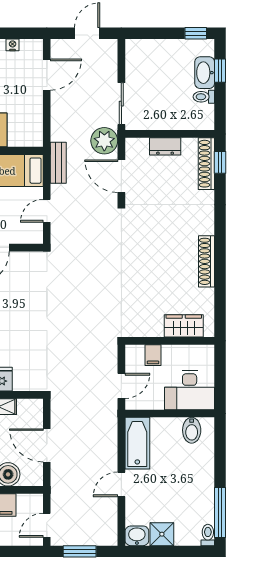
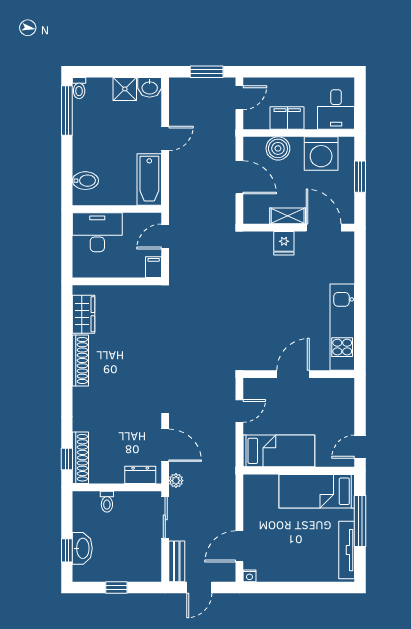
window: (196, 33) -> (116, 587), moved
nightstand: (13, 45) -> (249, 576), moved
toilet: (204, 97) -> (107, 502), moved, turned 90
plant: (104, 141) -> (176, 481), width x0.53, depth x0.53
dresser: (165, 146) -> (140, 475), moved
bench: (58, 163) -> (177, 561), moved
wardrobe: (184, 326) -> (84, 314), moved, turned -90
filing cabinet: (153, 355) -> (154, 267), moved
bidet: (192, 430) -> (85, 181), moved, turned 90

